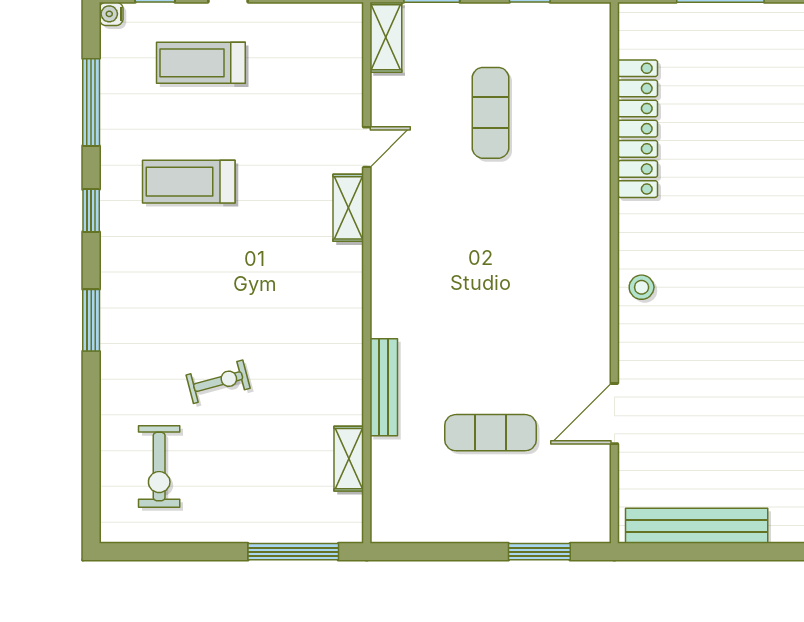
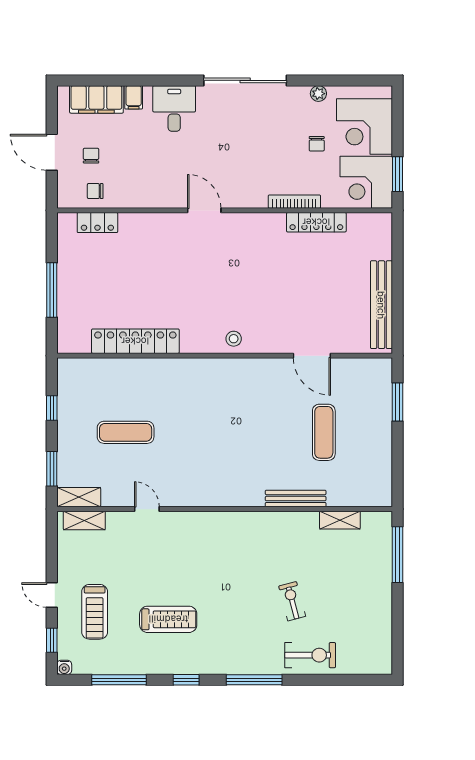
treadmill: (189, 182) -> (168, 619), turned -90
shelving: (348, 208) -> (84, 520), moved
window: (91, 320) -> (254, 680), width x1.44
exercise bike: (159, 467) -> (310, 655), moved

